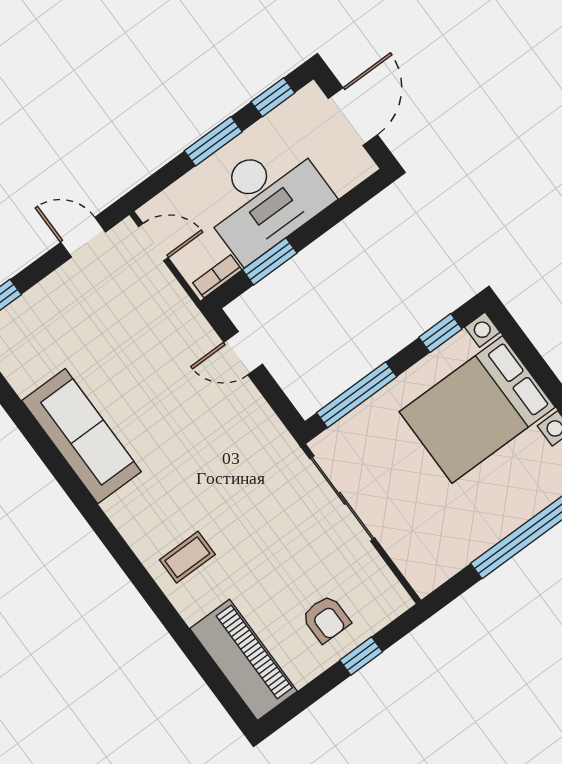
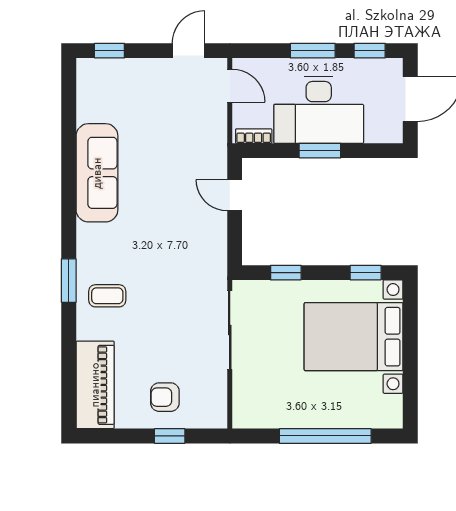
door: (83, 237) -> (189, 51), hinge flipped
window: (270, 261) -> (320, 151), moved
window: (357, 395) -> (286, 273), width x0.46
window: (135, 571) -> (69, 281), added
armchair: (326, 619) -> (165, 397), turned 90

